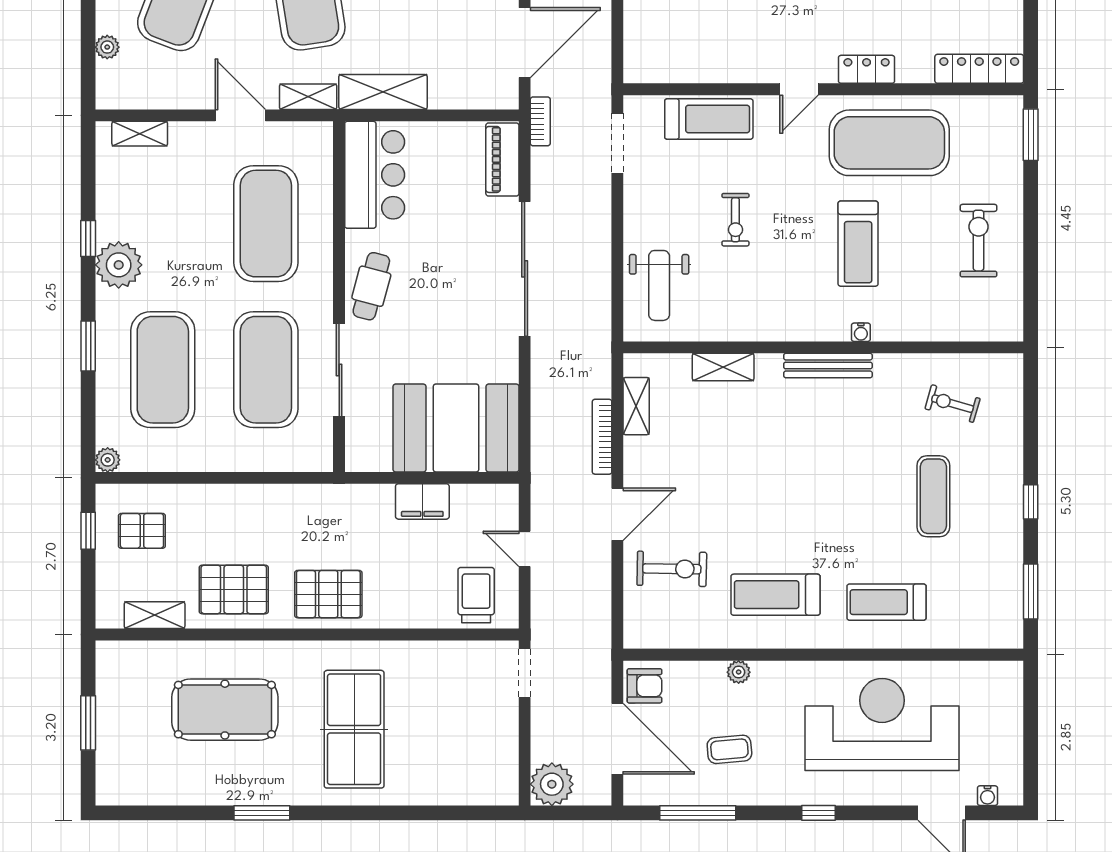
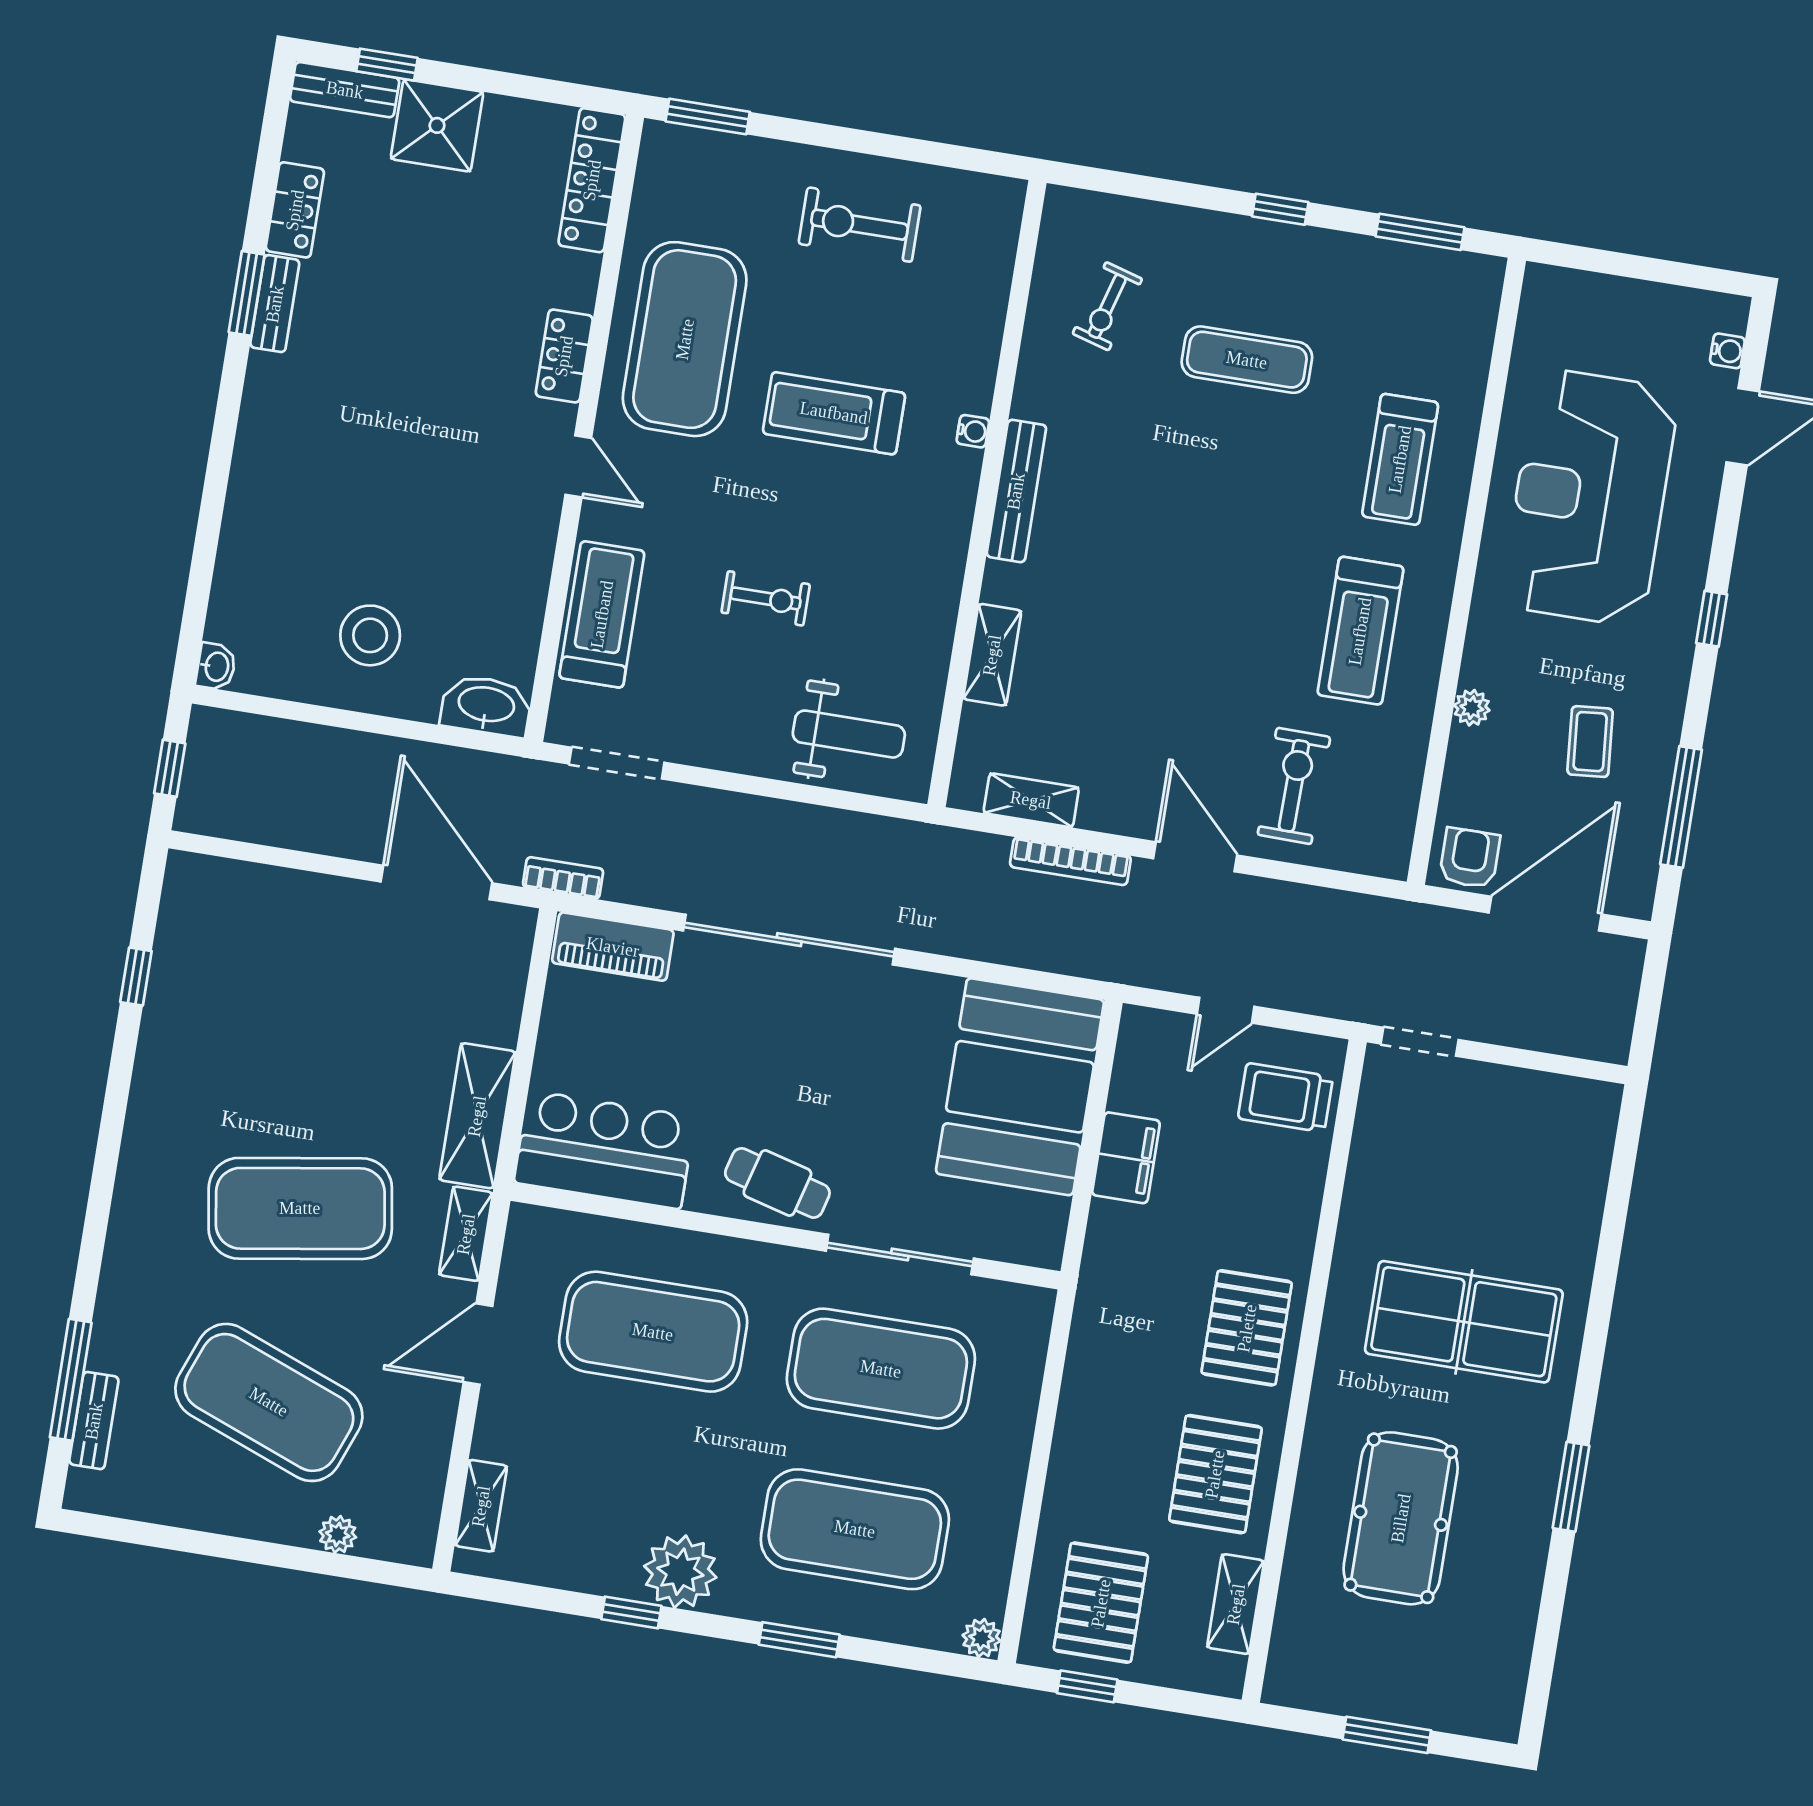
washbasin: (640, 56) -> (486, 706), added
treadmill: (858, 244) -> (834, 413), turned 180
pallet: (142, 531) -> (1101, 1603), width x1.50, depth x1.42
plant: (552, 784) -> (1600, 1027), removed

